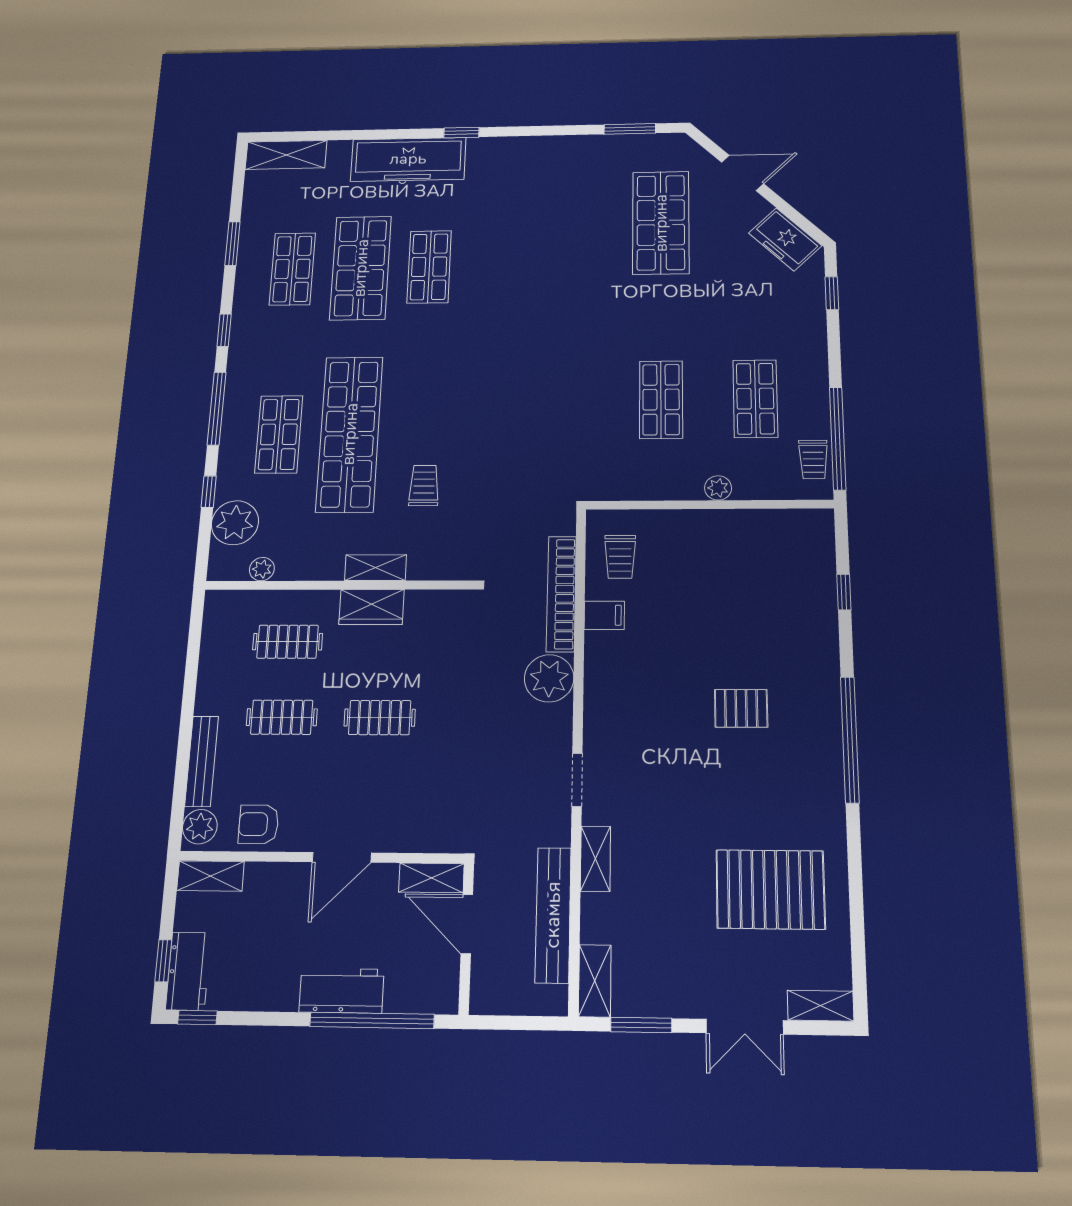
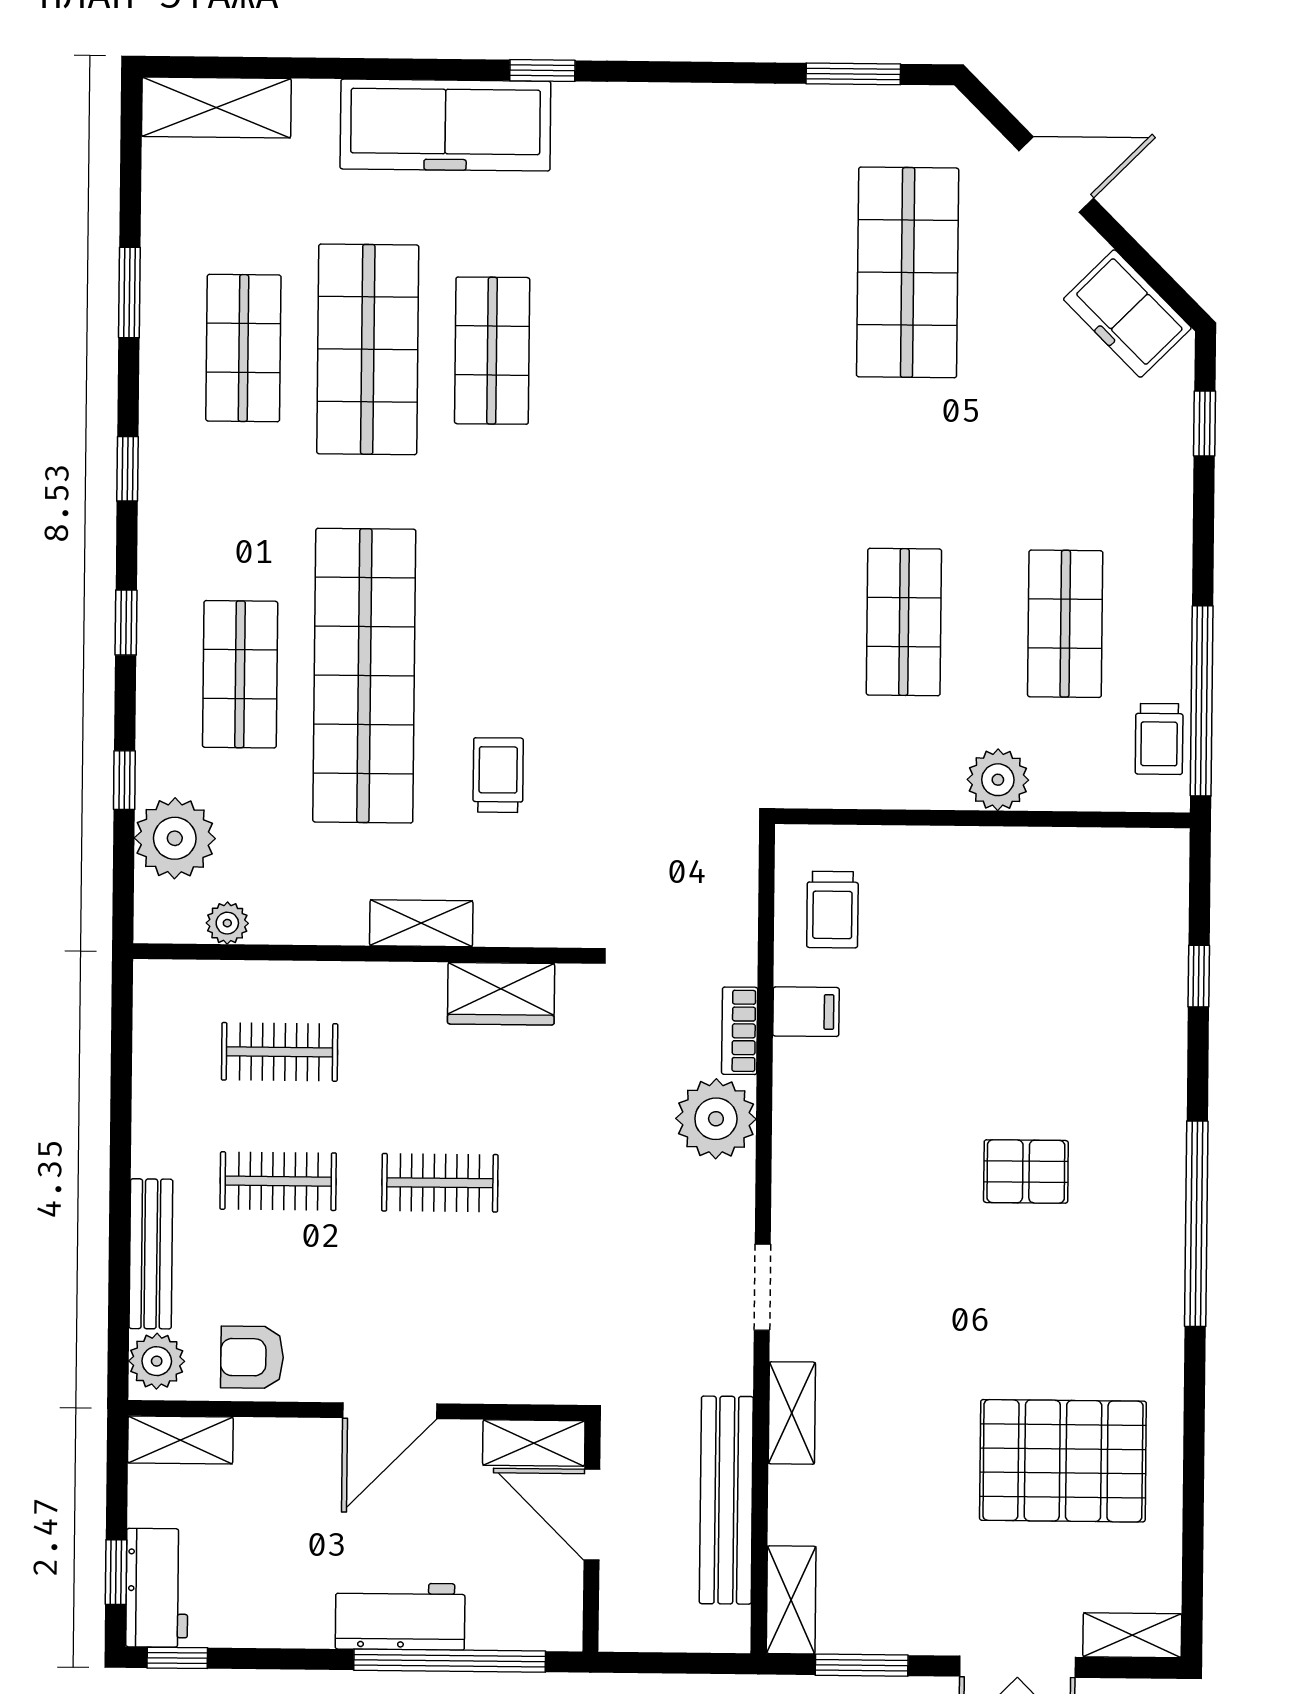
window: (217, 409) -> (126, 623), width x0.46
plant: (718, 488) -> (998, 780), width x1.38, depth x1.38
bookcase: (561, 594) -> (740, 1031), width x0.43, depth x0.76
wardrobe: (372, 607) -> (501, 994), moved

